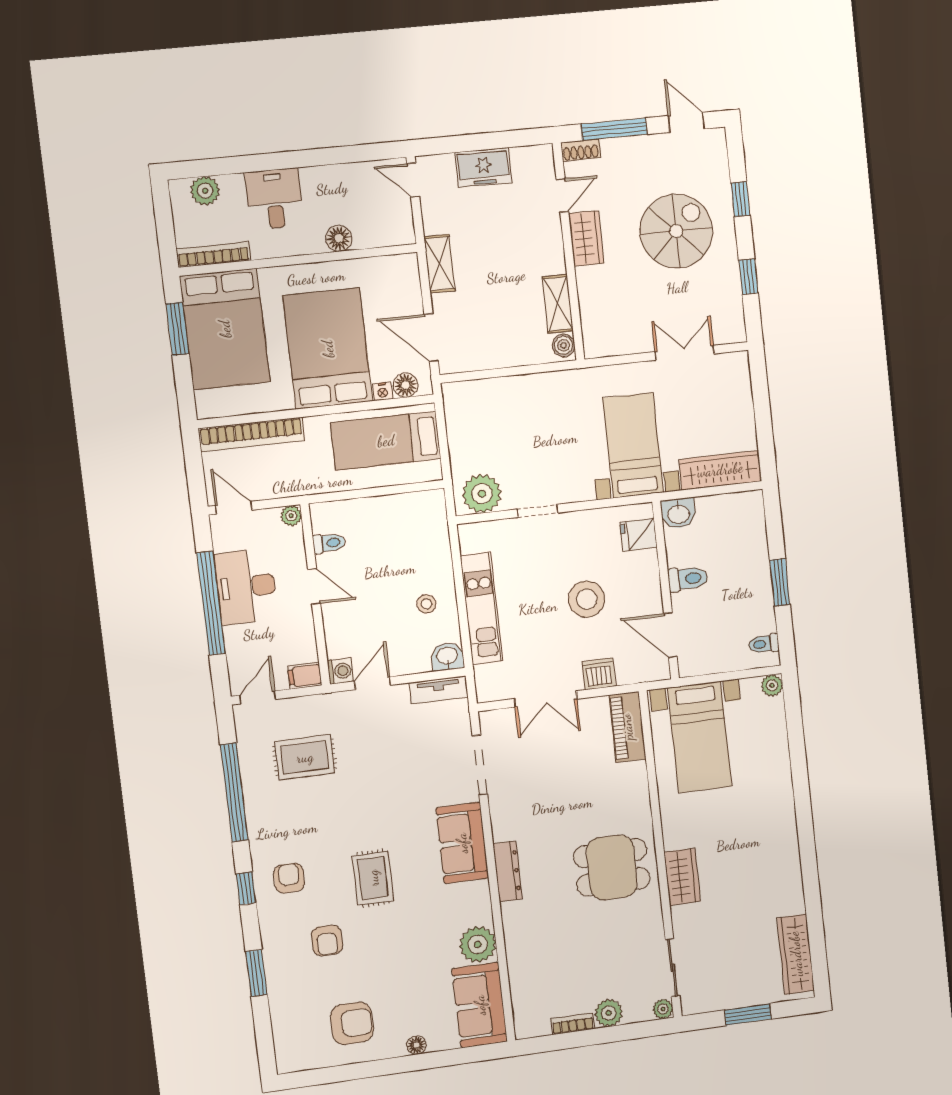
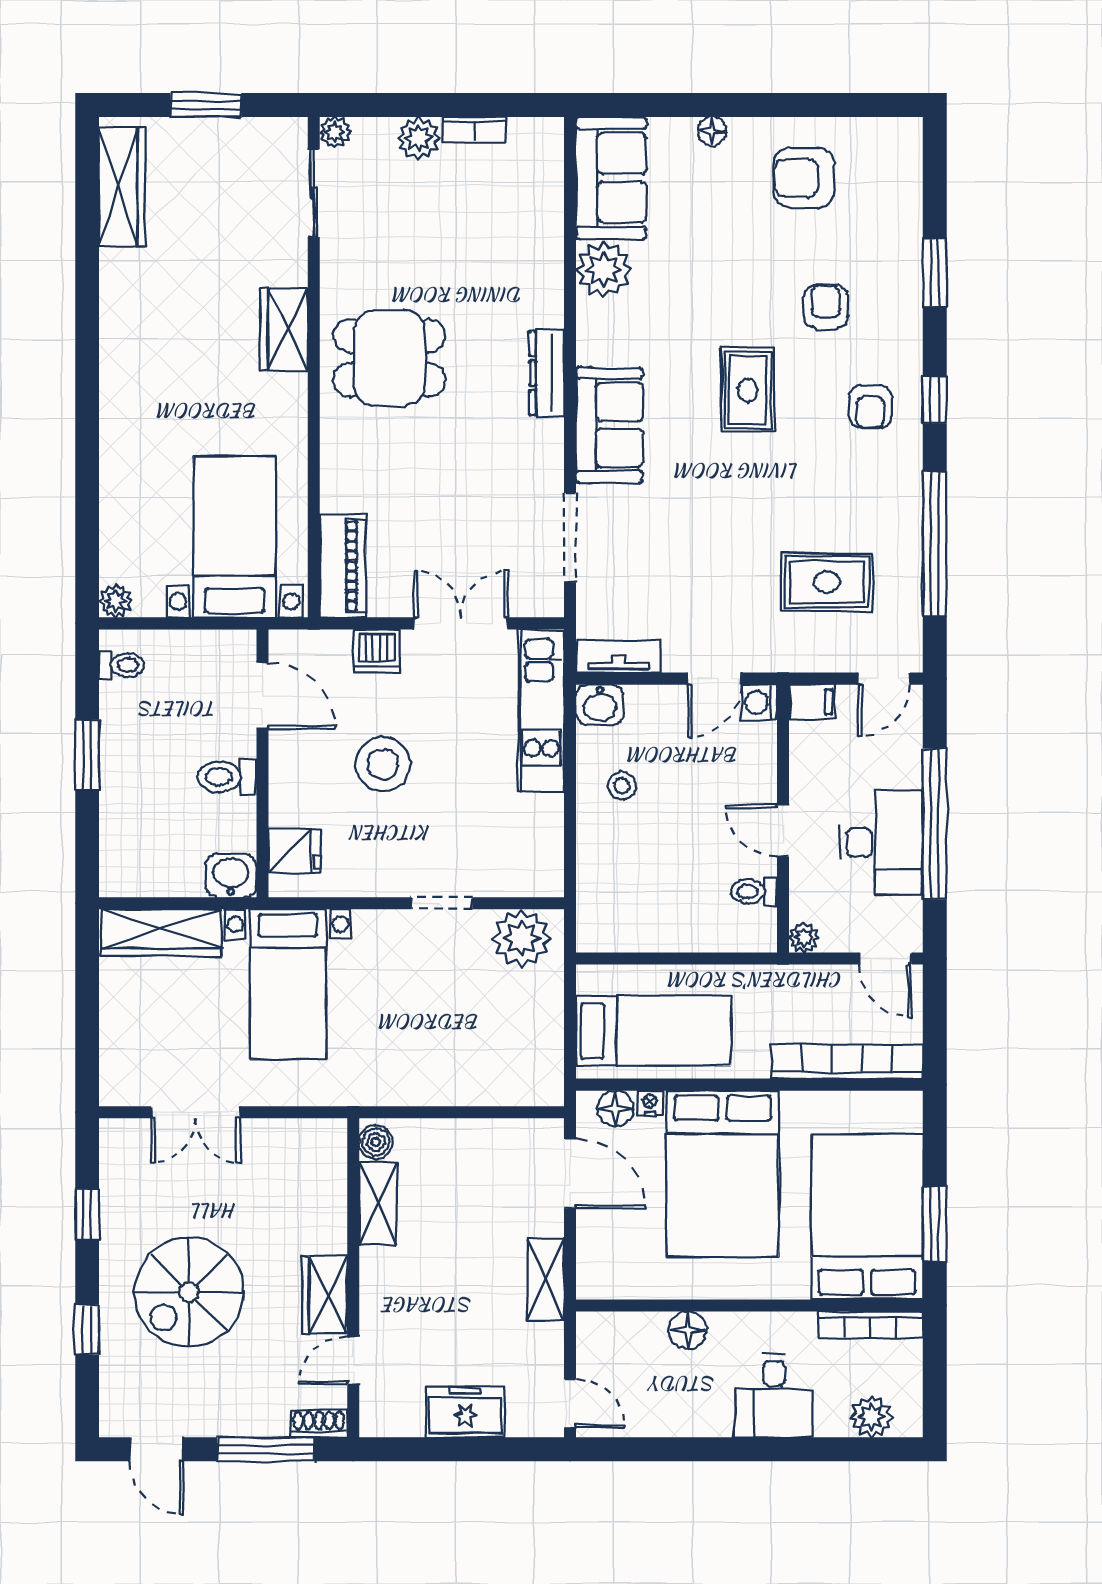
kitchen unit: (481, 609) -> (541, 711), moved

